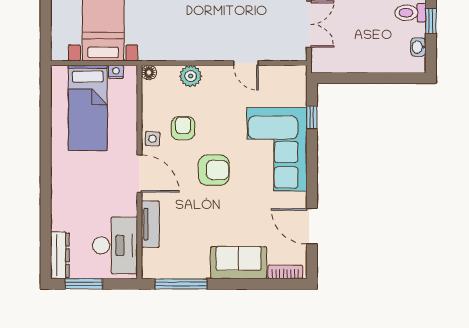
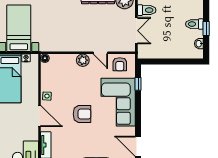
plant: (191, 76) -> (83, 60), moved
armchair: (183, 128) -> (120, 64), moved, turned 180

